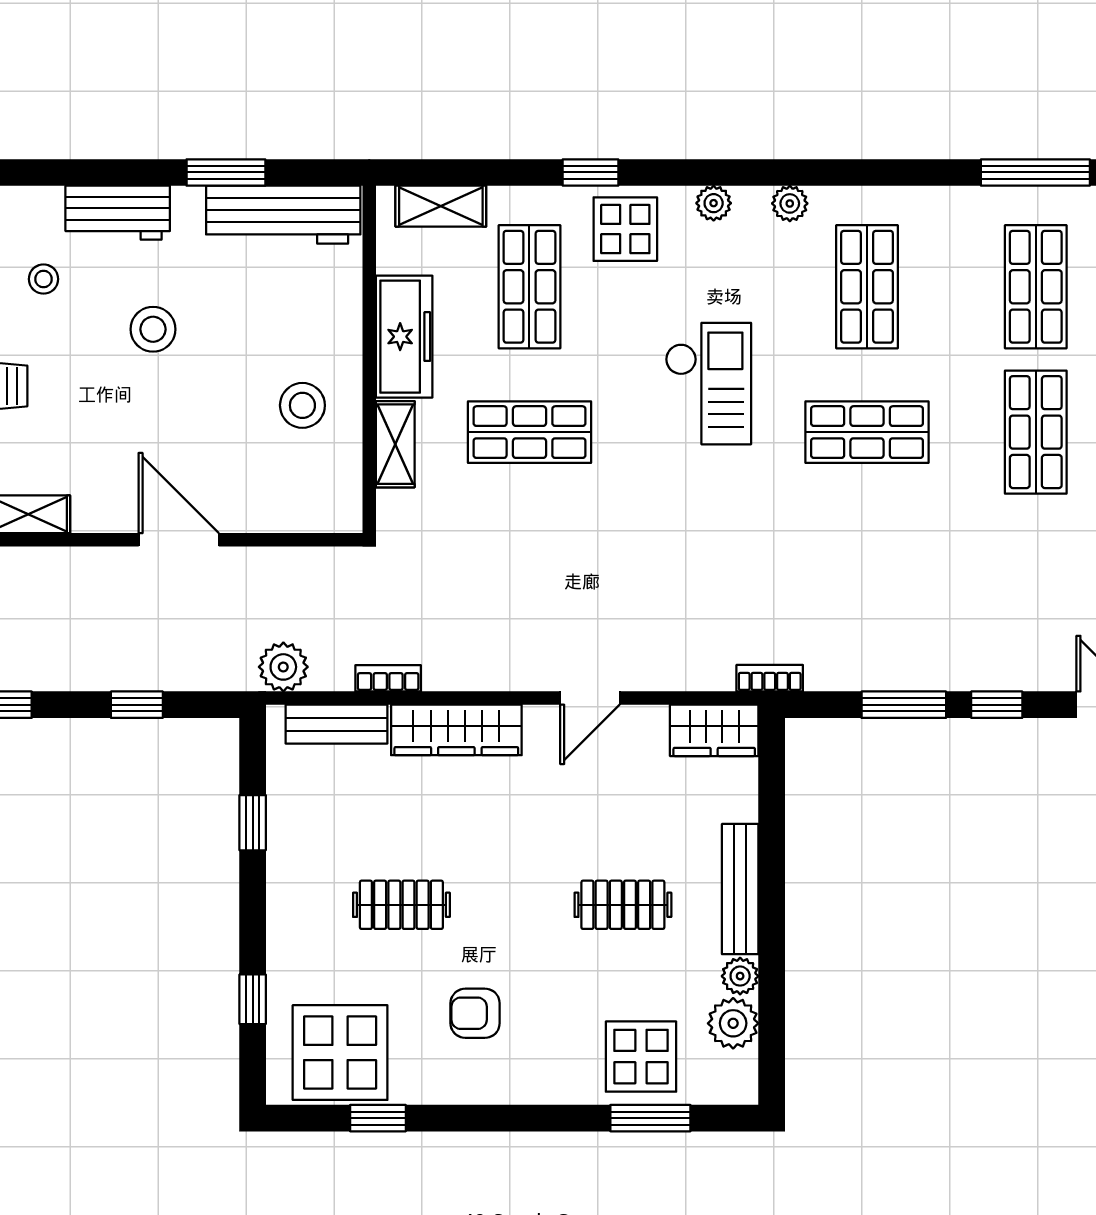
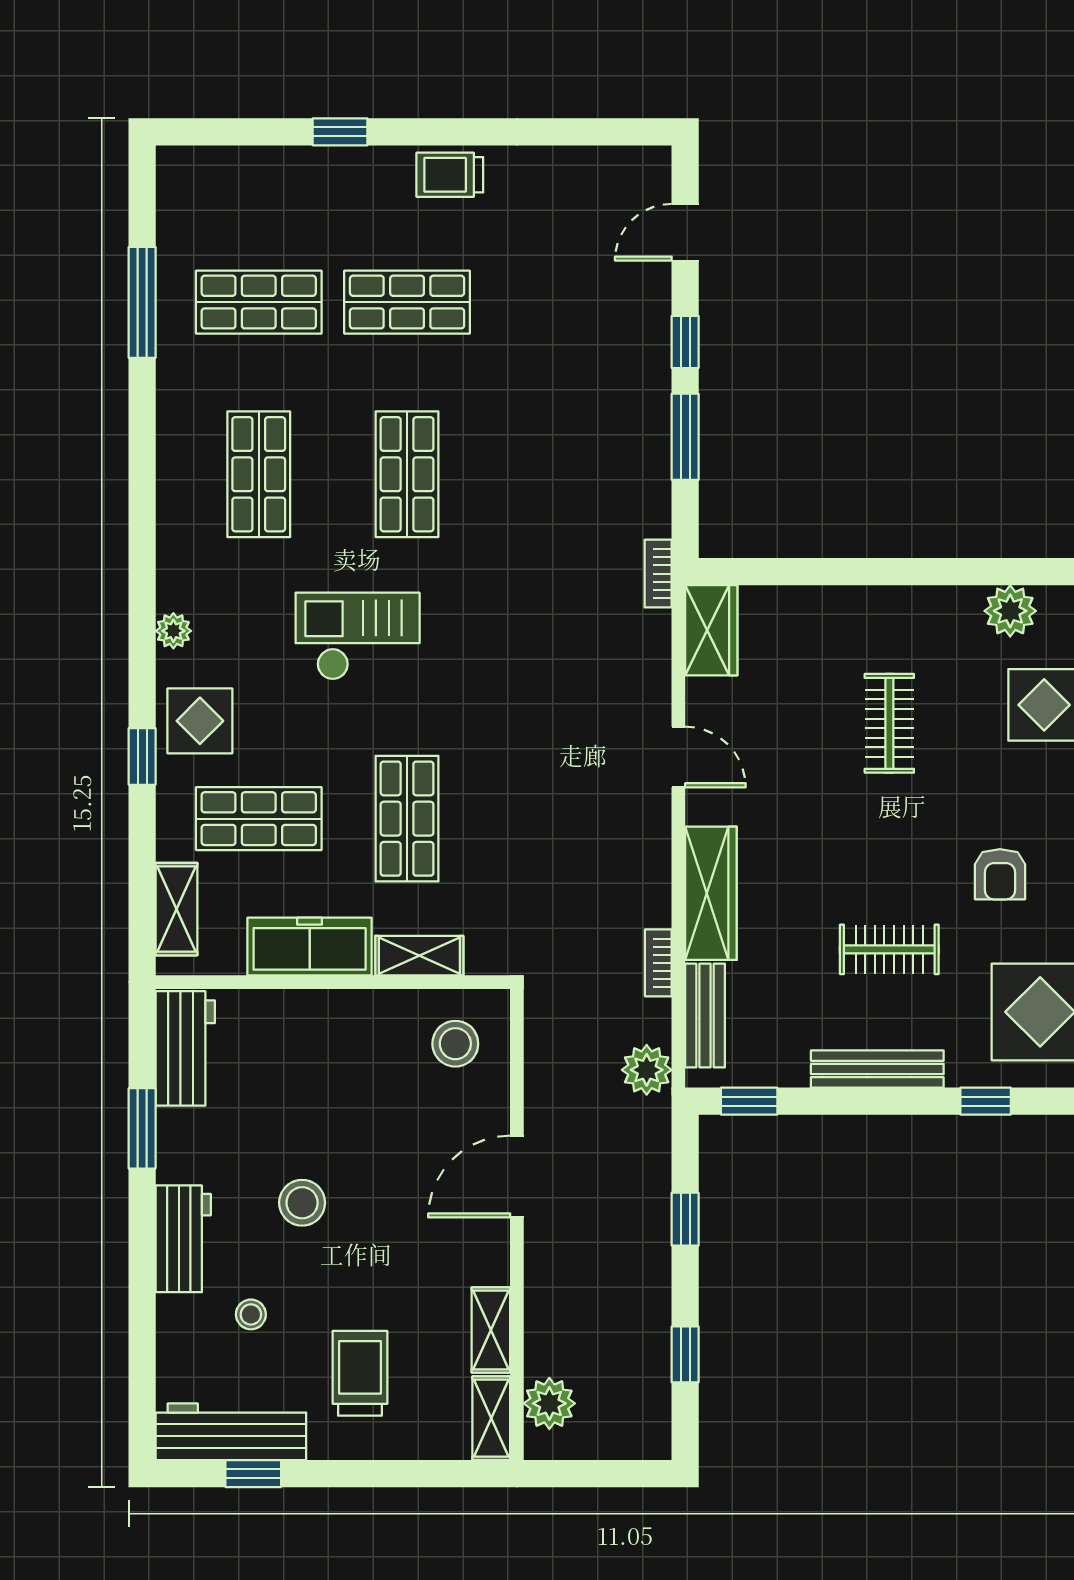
plant: (790, 203) -> (174, 553), removed
workbench: (283, 215) -> (185, 1048), width x0.73
shop shelf: (867, 287) -> (259, 474), turned 90
stool: (302, 405) -> (455, 1044), moved
window: (253, 823) -> (749, 1101), moved
bench: (740, 889) -> (877, 1069), moved
clothes rail: (401, 905) -> (889, 949), turned 90
plant: (740, 976) -> (962, 604), removed

